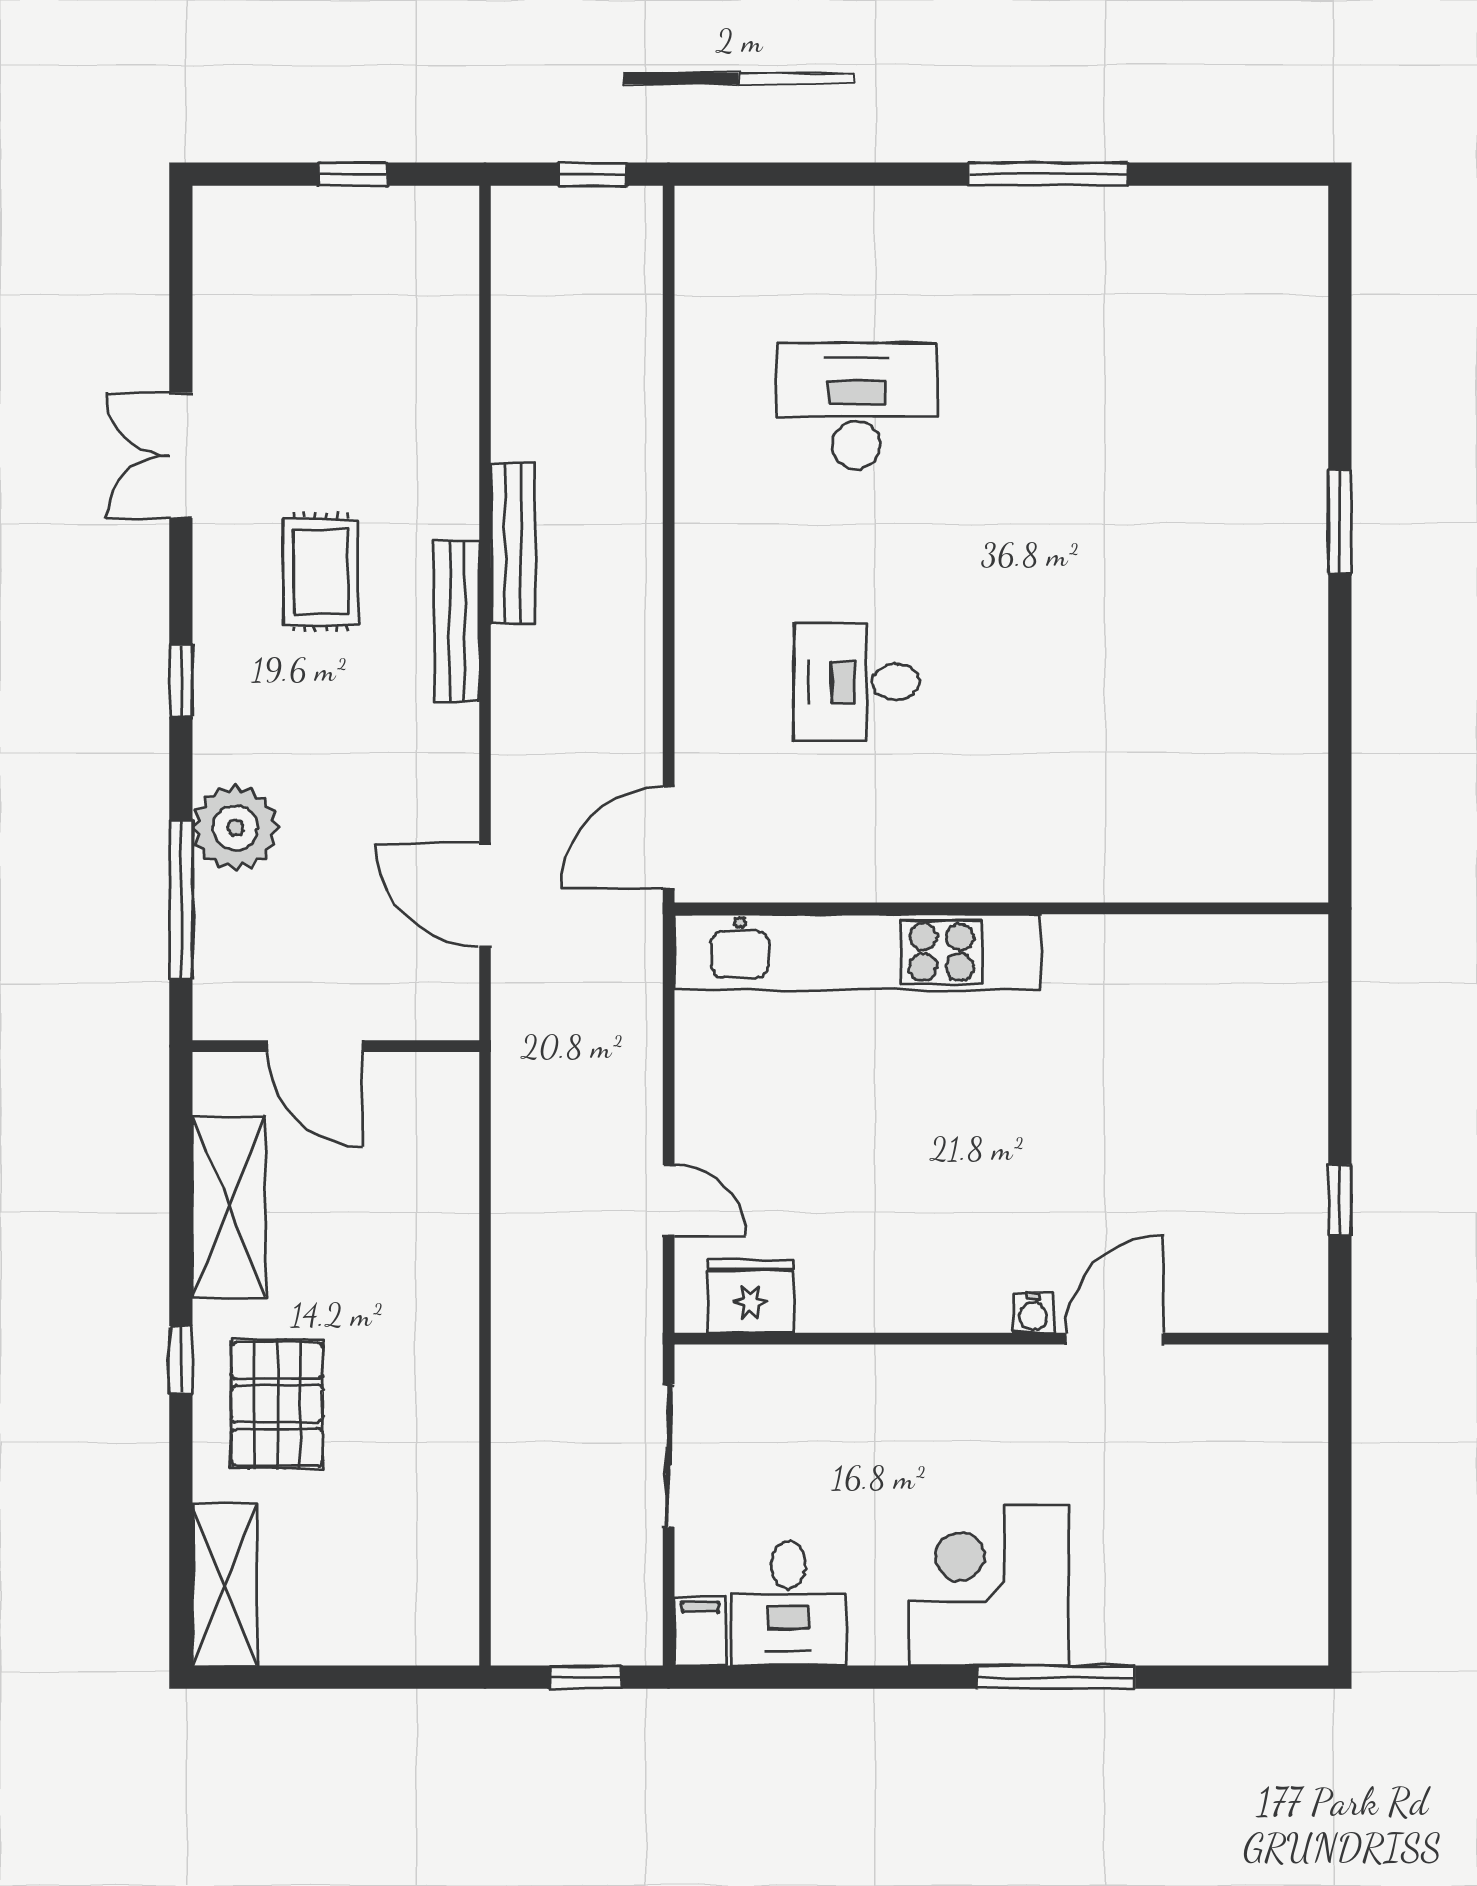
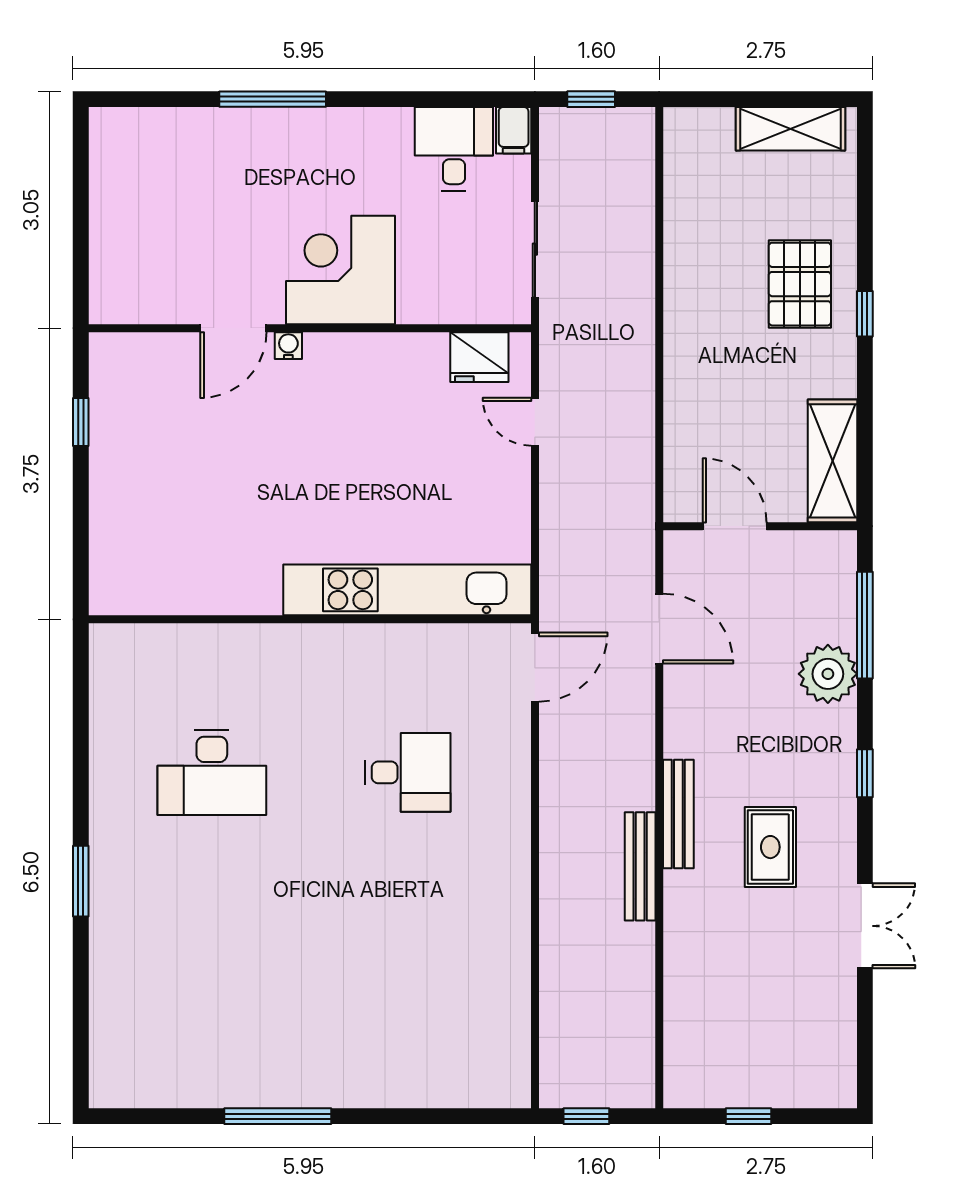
desk: (857, 406) -> (212, 772), moved
door: (315, 1046) -> (735, 526), moved
shelving: (229, 1207) -> (833, 461), moved
shelving: (225, 1585) -> (791, 129), moved, turned 90
corner desk: (989, 1585) -> (340, 270), moved, turned 180

